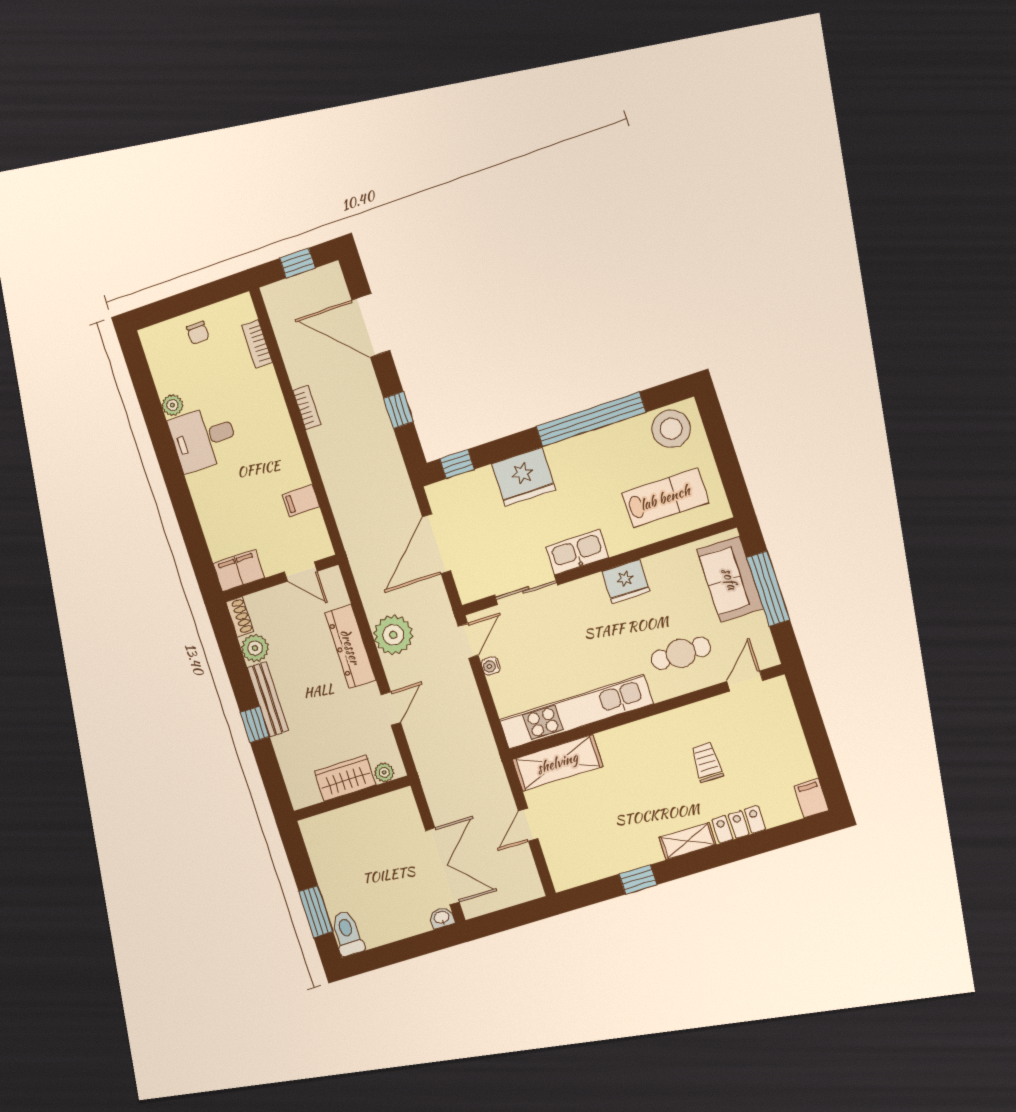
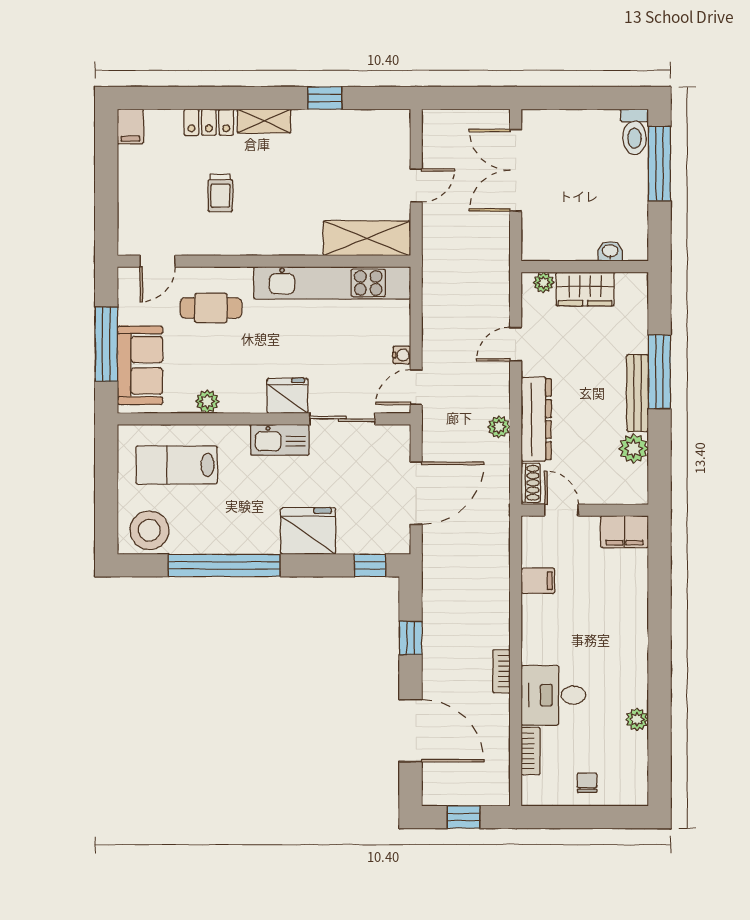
desk: (204, 438) -> (553, 695), moved, turned 180
plant: (656, 566) -> (207, 402), added
fridge: (626, 581) -> (287, 396), moved
shoe rack: (240, 617) -> (531, 483), moved, turned 180
plant: (393, 635) -> (499, 427), width x0.53, depth x0.53
window: (255, 724) -> (659, 372), width x2.17
window: (316, 912) -> (659, 164), width x1.44
washbasin: (442, 918) -> (610, 251), moved, turned 180

